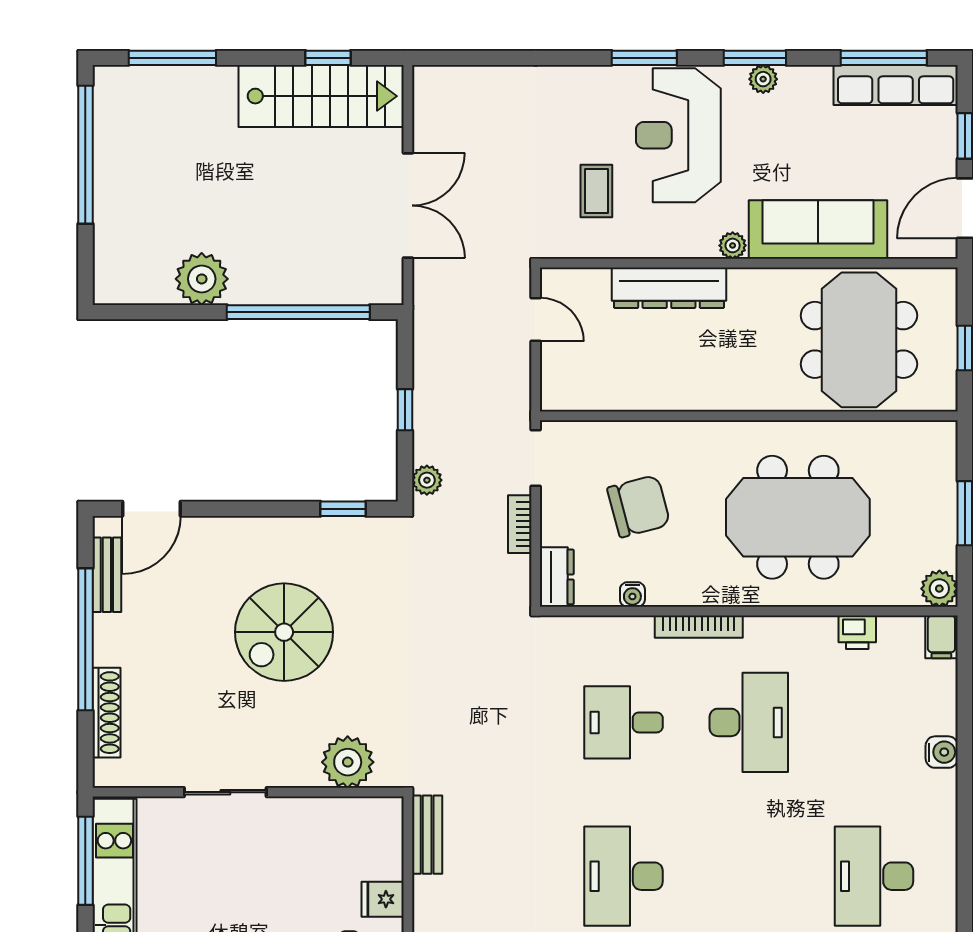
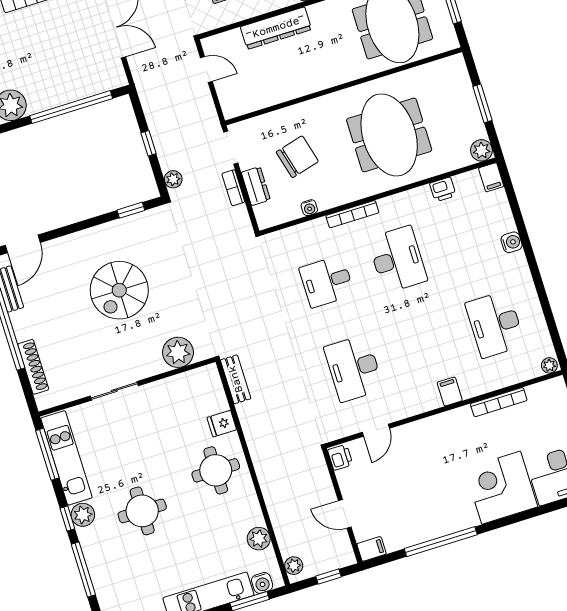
meeting table: (798, 517) -> (389, 135), turned 90
dresser: (557, 577) -> (256, 186), moved

